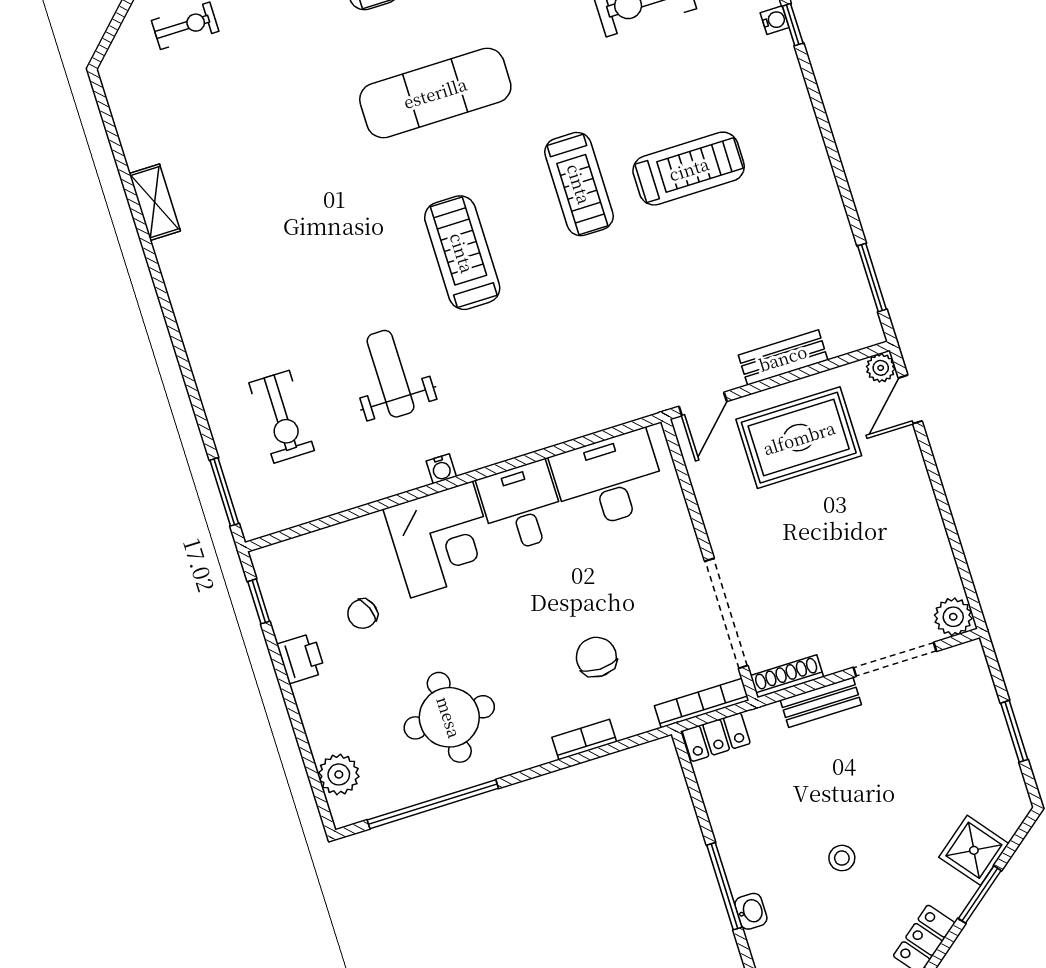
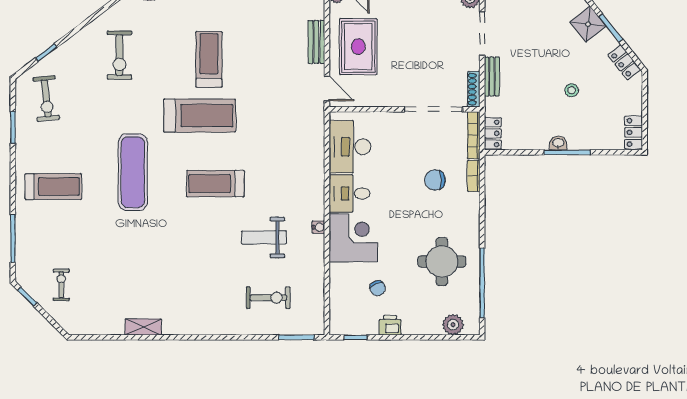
treadmill: (579, 184) -> (200, 116), width x1.37, depth x1.38
bookcase: (584, 740) -> (474, 176), moved
washbasin: (751, 911) -> (558, 143), moved

